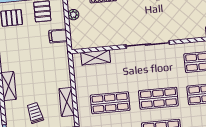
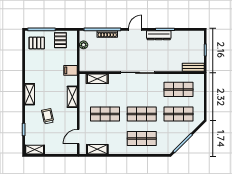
filing cabinet: (58, 36) -> (70, 70), moved
shelving: (67, 102) -> (72, 97), moved

